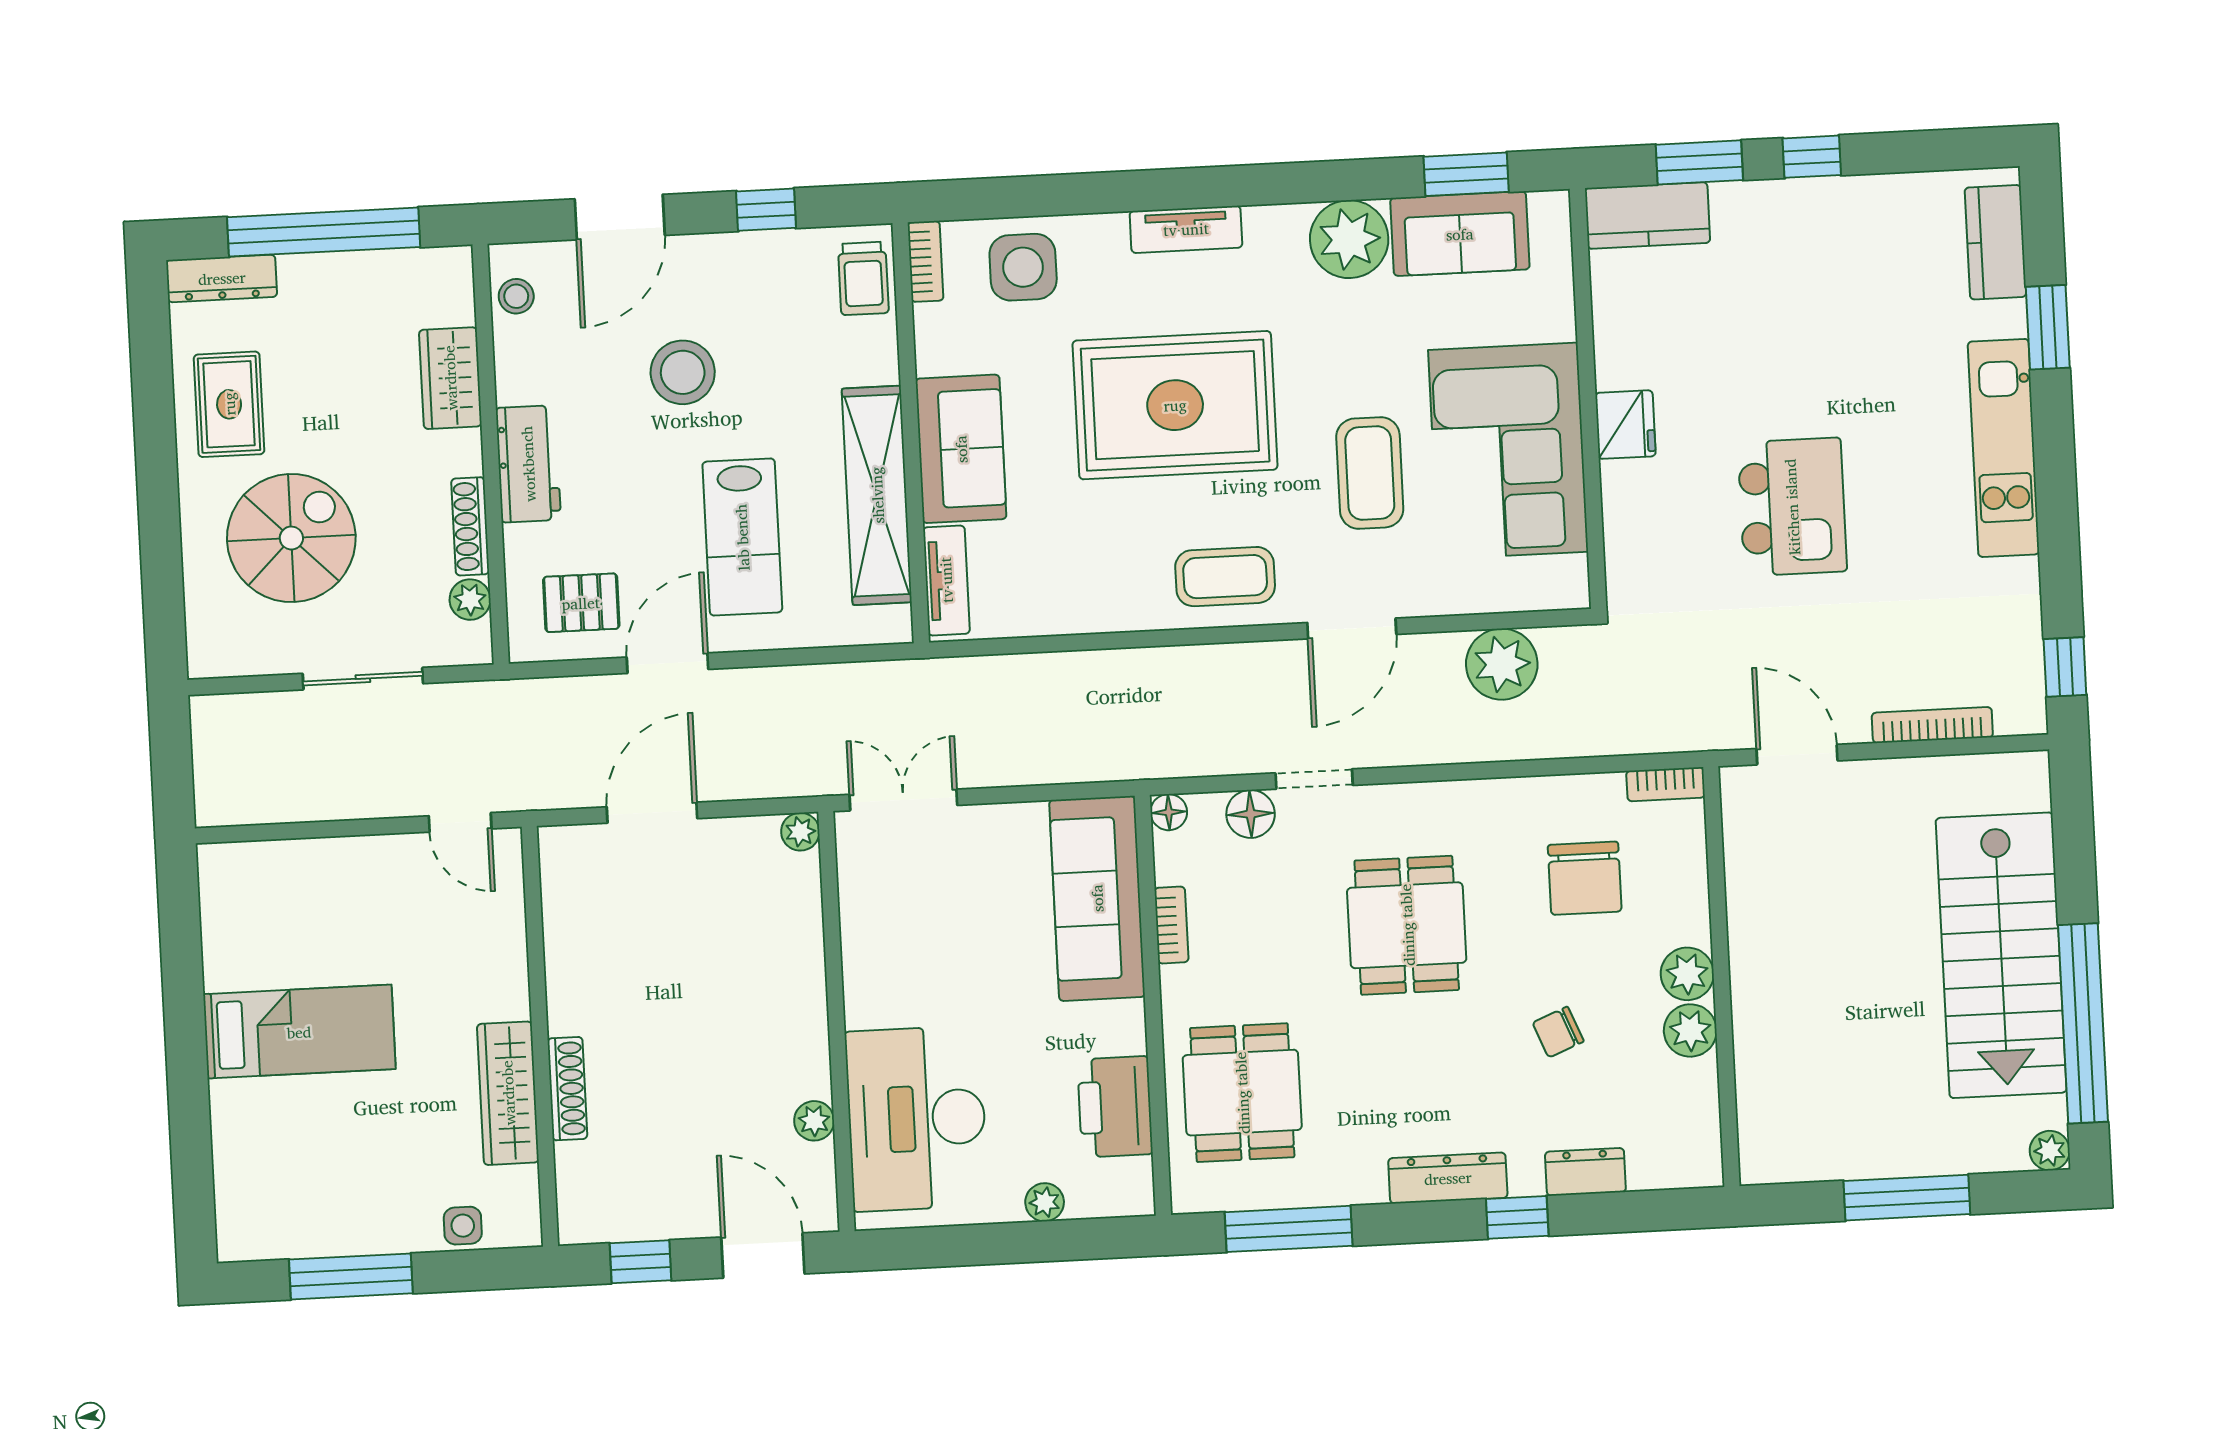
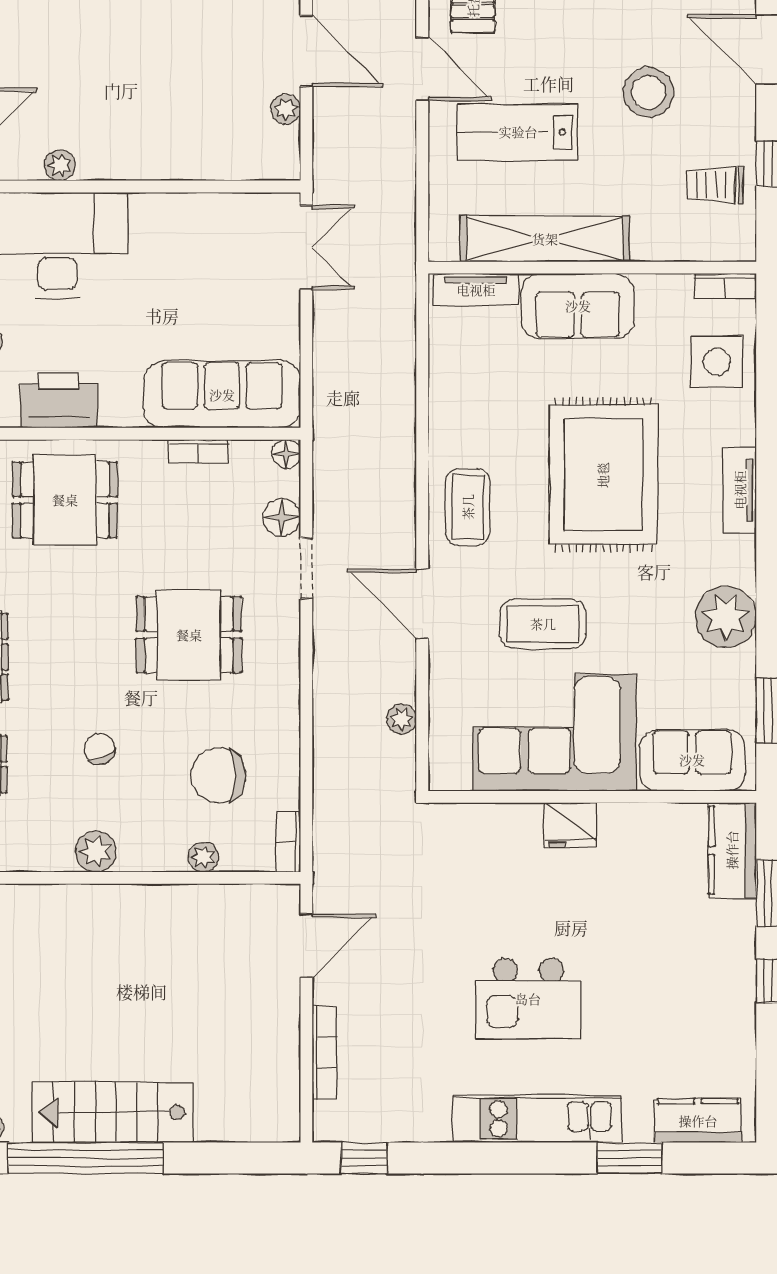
sofa: (1460, 234) -> (692, 760), moved, turned 90
trolley: (863, 278) -> (715, 185), moved
kitchen island: (1792, 507) -> (528, 999), moved
plant: (1502, 664) -> (402, 719), width x0.53, depth x0.53
plant: (800, 832) -> (286, 109), moved
stairs: (2001, 955) -> (113, 1112), width x0.73, depth x0.66
plant: (1687, 974) -> (203, 857), moved, width x0.73, depth x0.73

